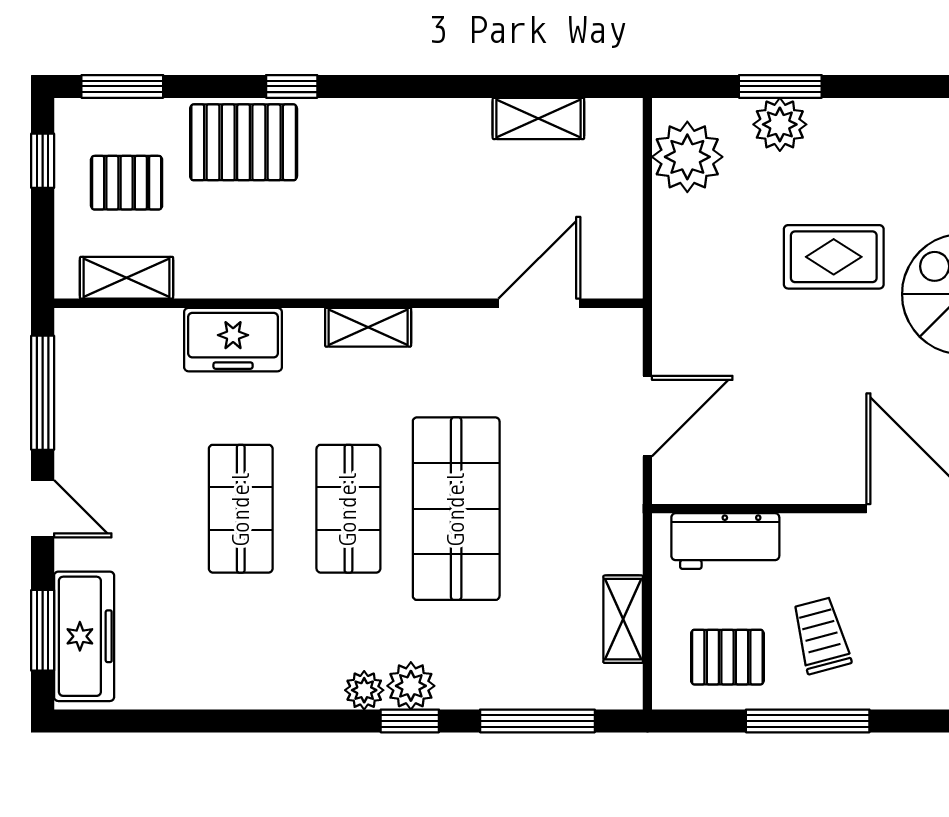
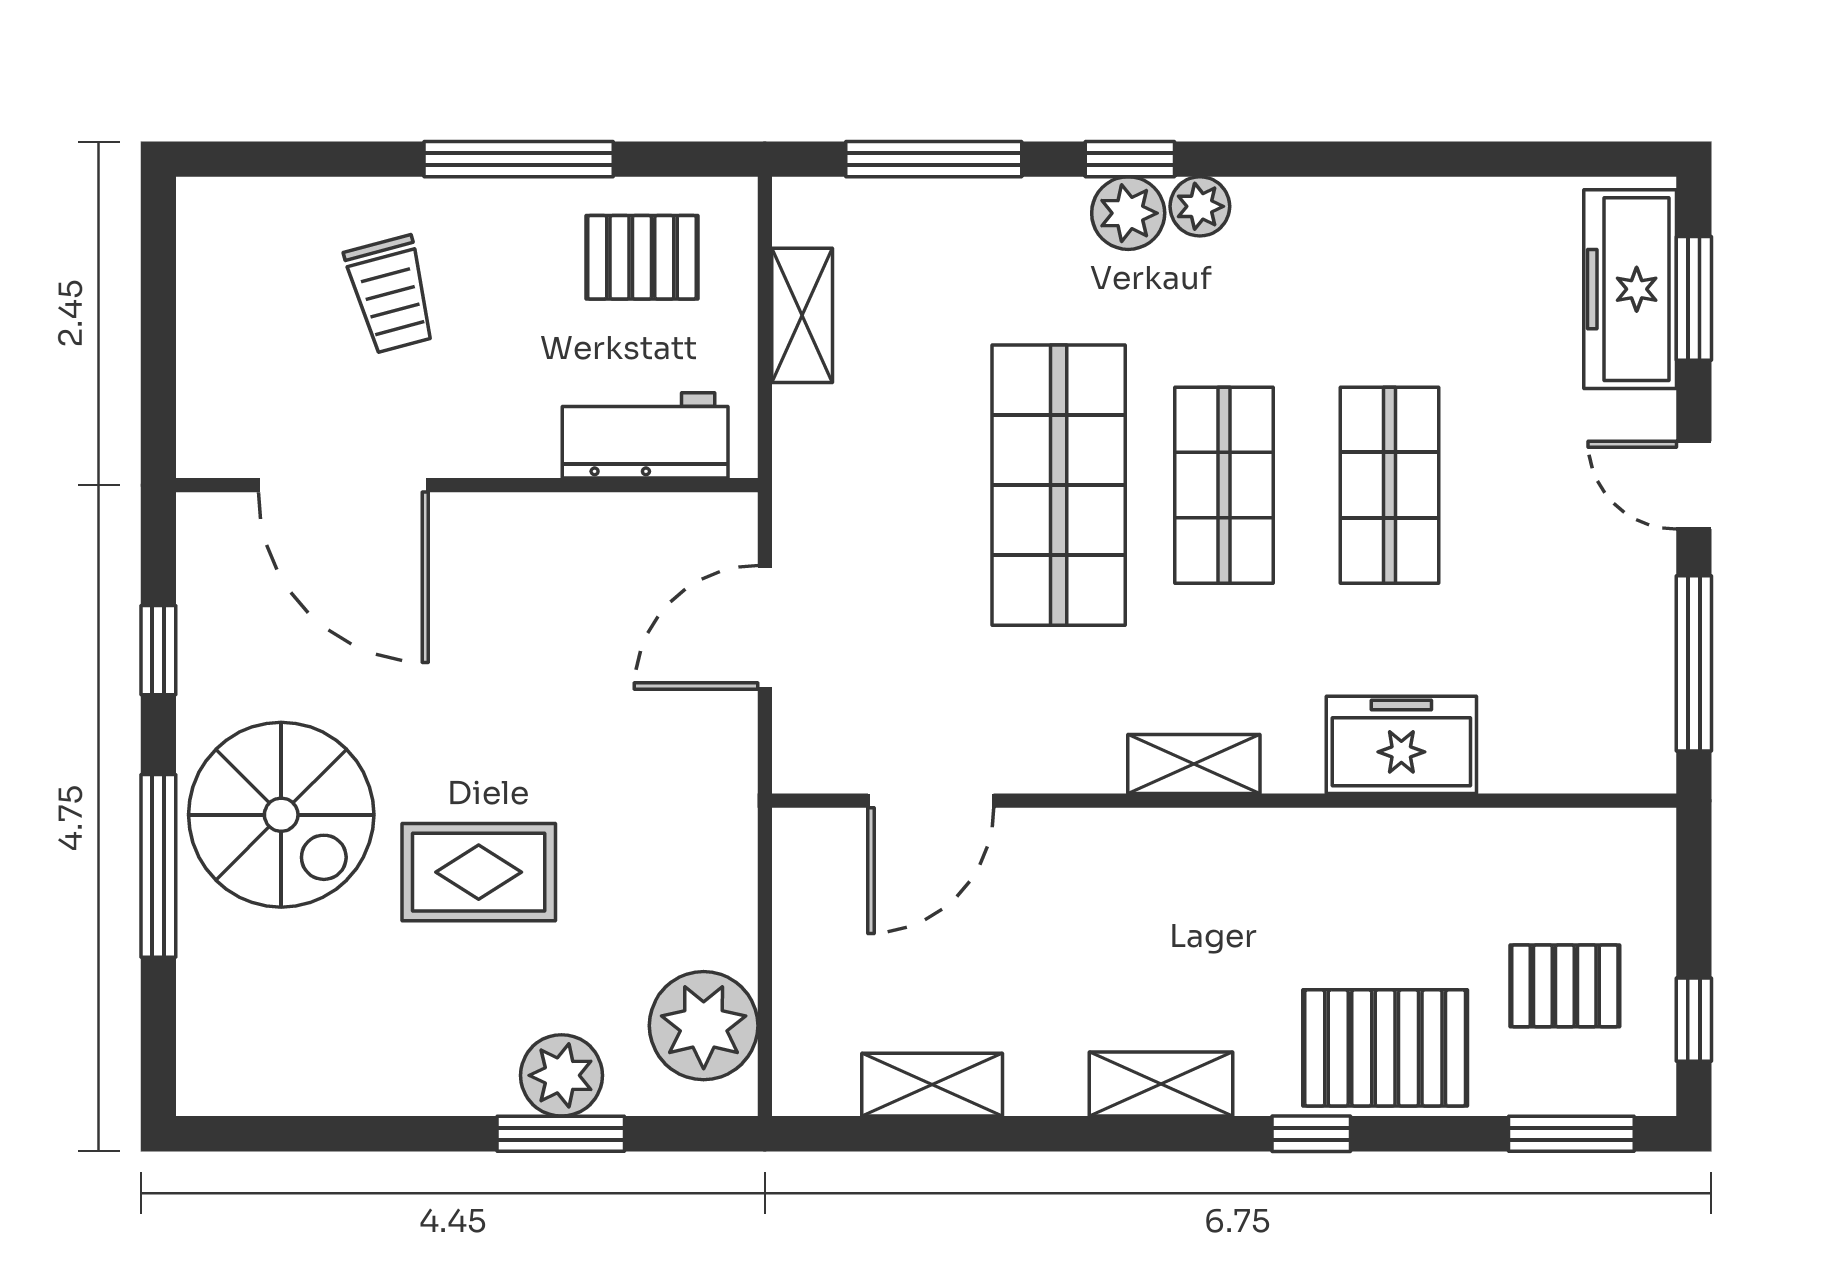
shelving: (127, 278) -> (1161, 1084), moved
trolley: (821, 636) -> (391, 294), moved

